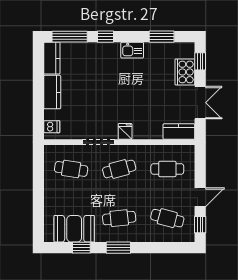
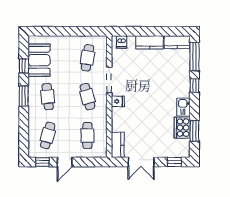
cooker: (185, 72) -> (182, 128), moved, turned -90
door: (200, 197) -> (65, 162), hinge flipped

